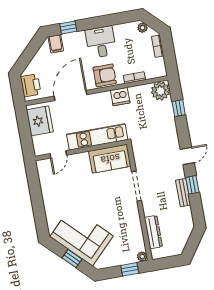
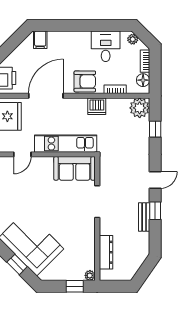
window: (68, 28) -> (56, 25), removed
desk: (101, 42) -> (106, 46), moved
floor lamp: (159, 64) -> (143, 80), added

